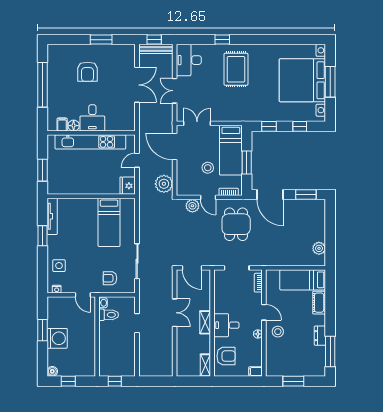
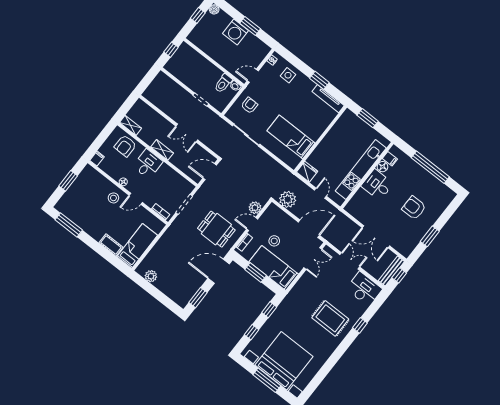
dresser: (320, 336) -> (86, 227), removed

